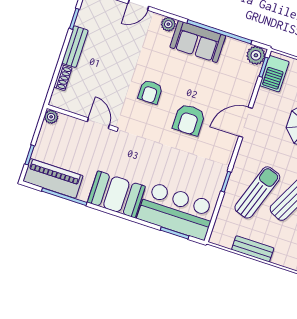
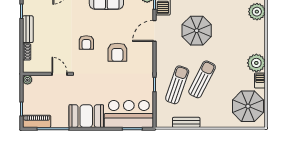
door: (245, 122) -> (155, 31), moved
piano: (53, 178) -> (37, 121), width x0.73, depth x0.75

